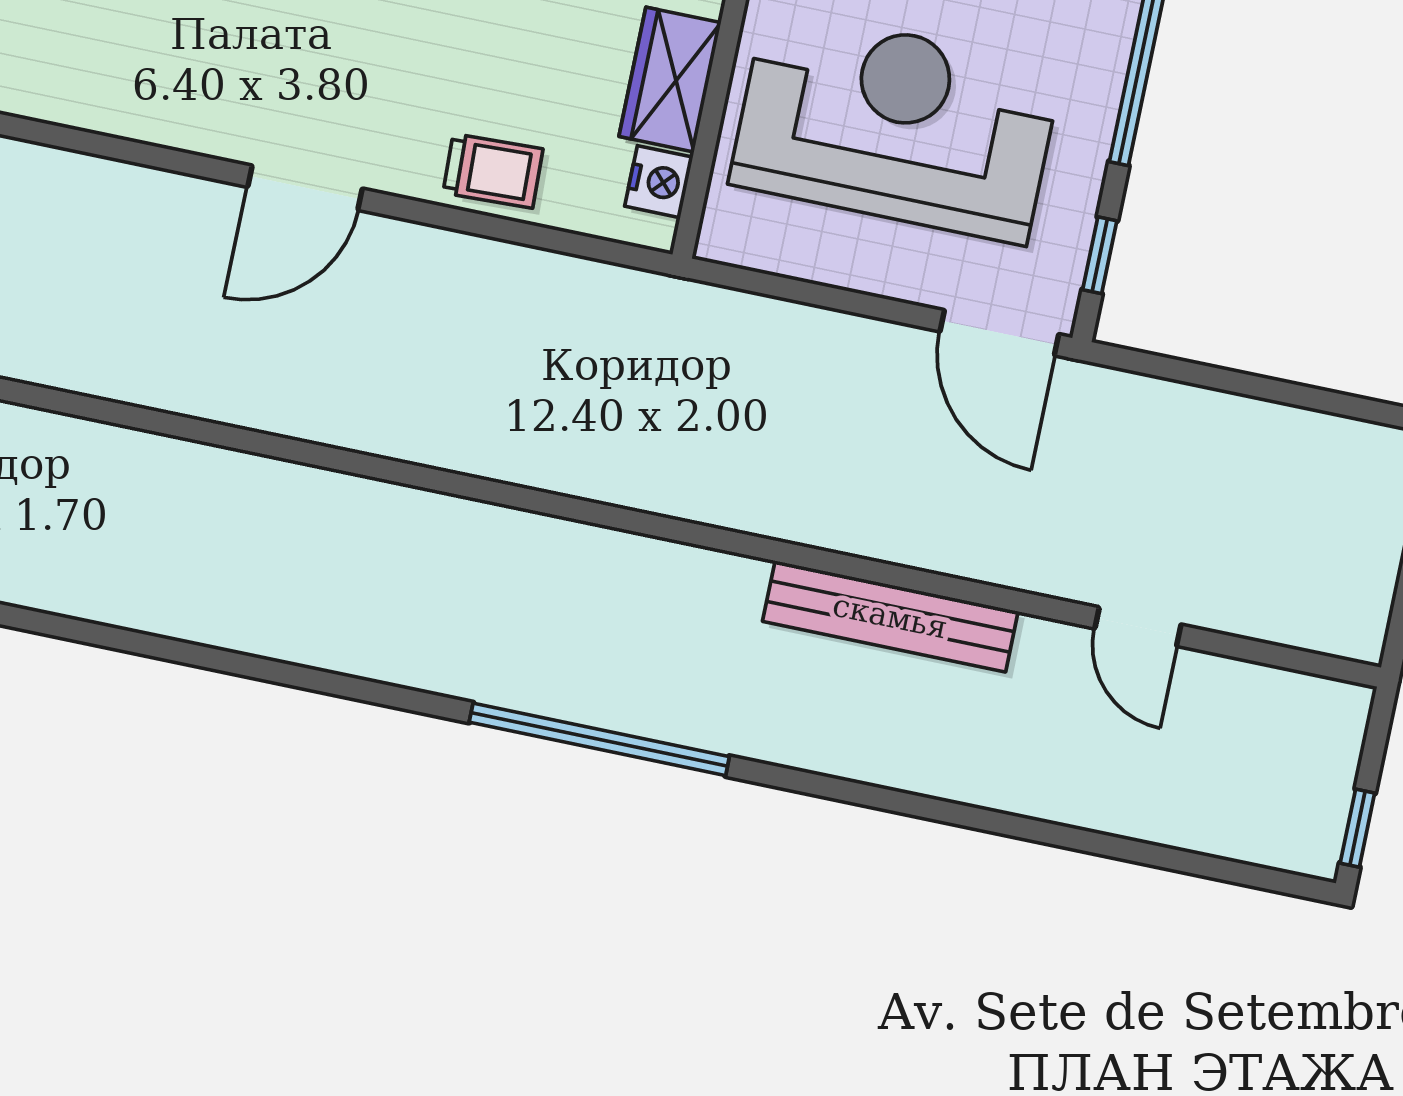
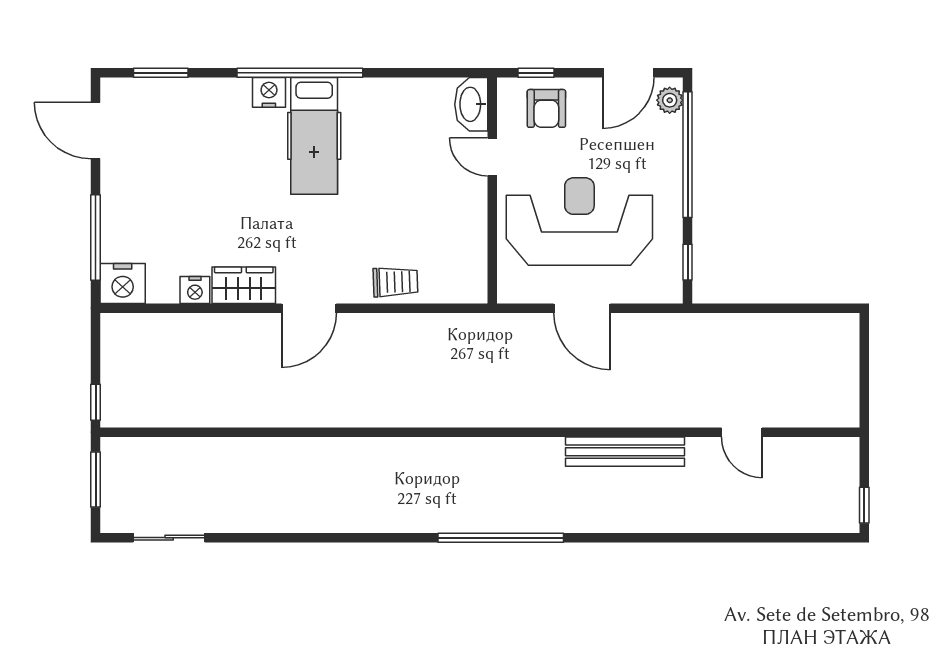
wardrobe: (670, 80) -> (244, 285), moved, turned 90
nightstand: (659, 182) -> (195, 290), moved, turned 90
door: (999, 333) -> (582, 308), moved

